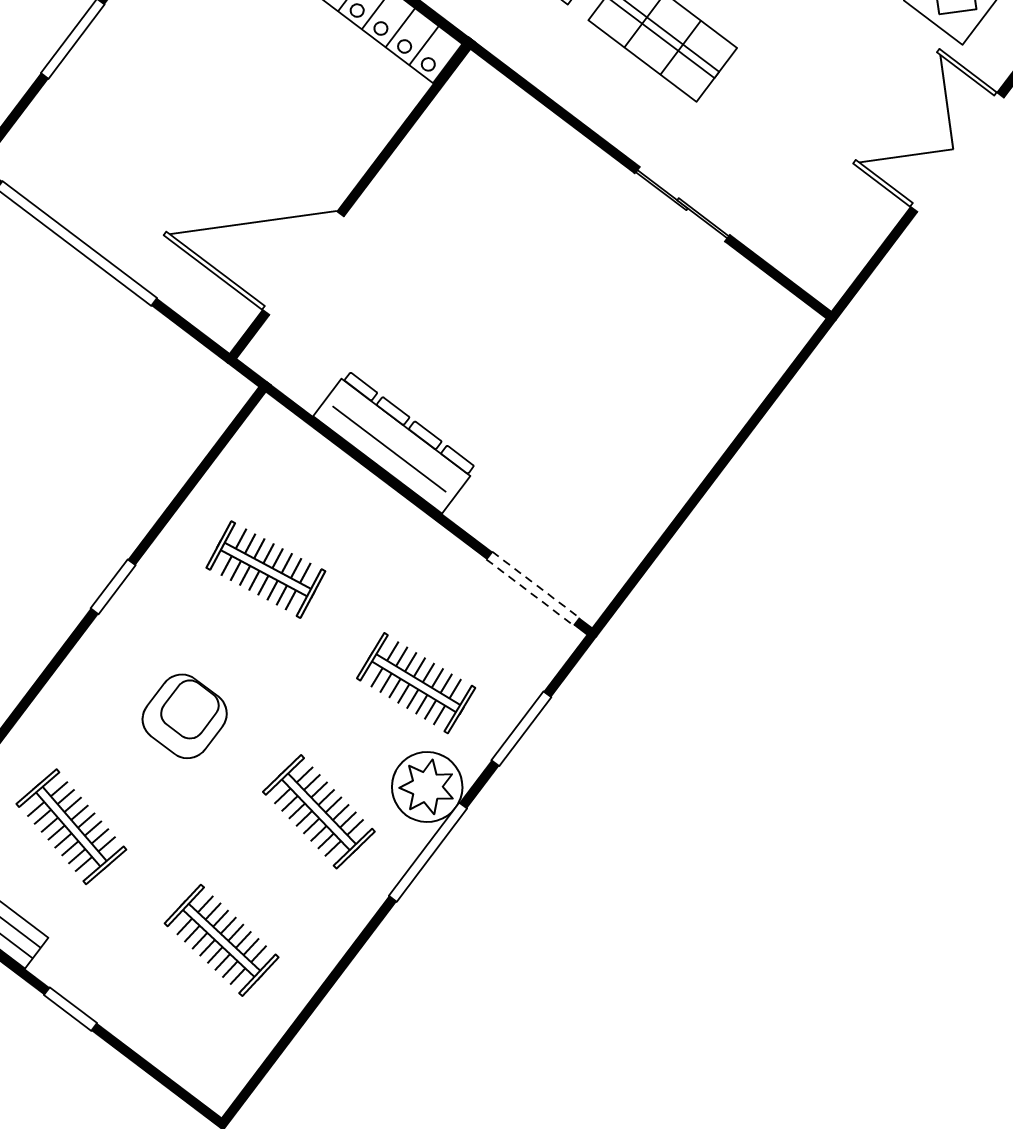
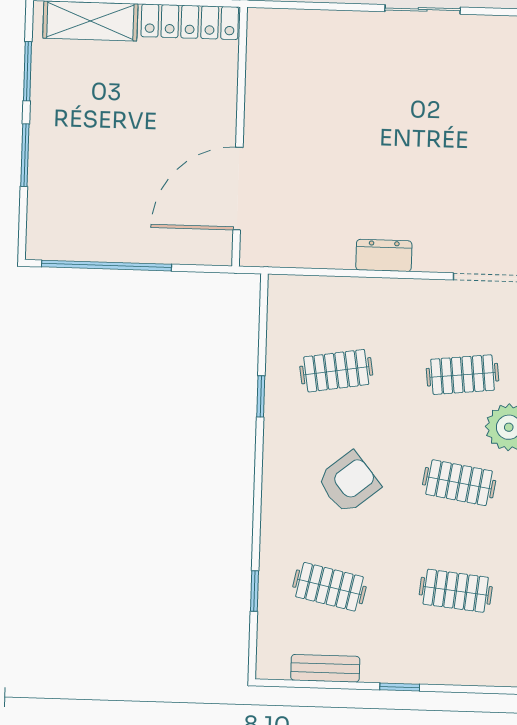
dresser: (395, 442) -> (384, 255), width x0.51, depth x0.80
window: (113, 587) -> (261, 396), moved
armchair: (185, 716) -> (349, 483), turned 51

